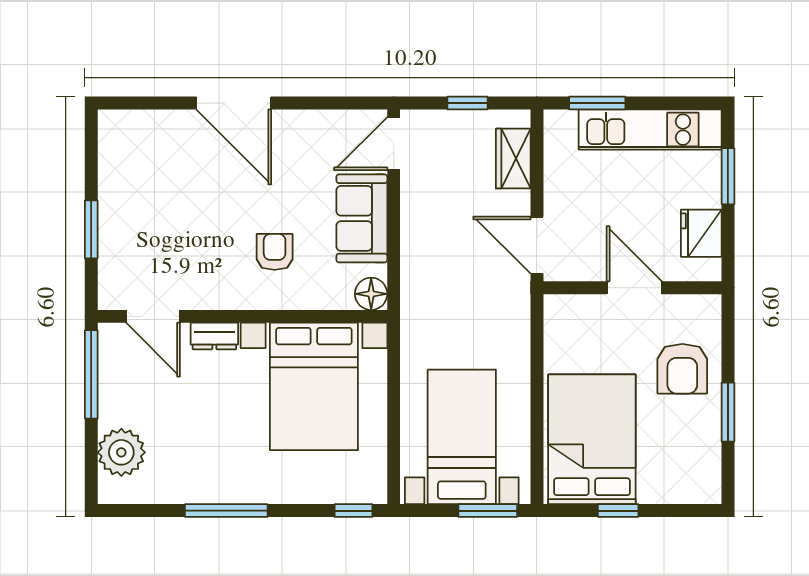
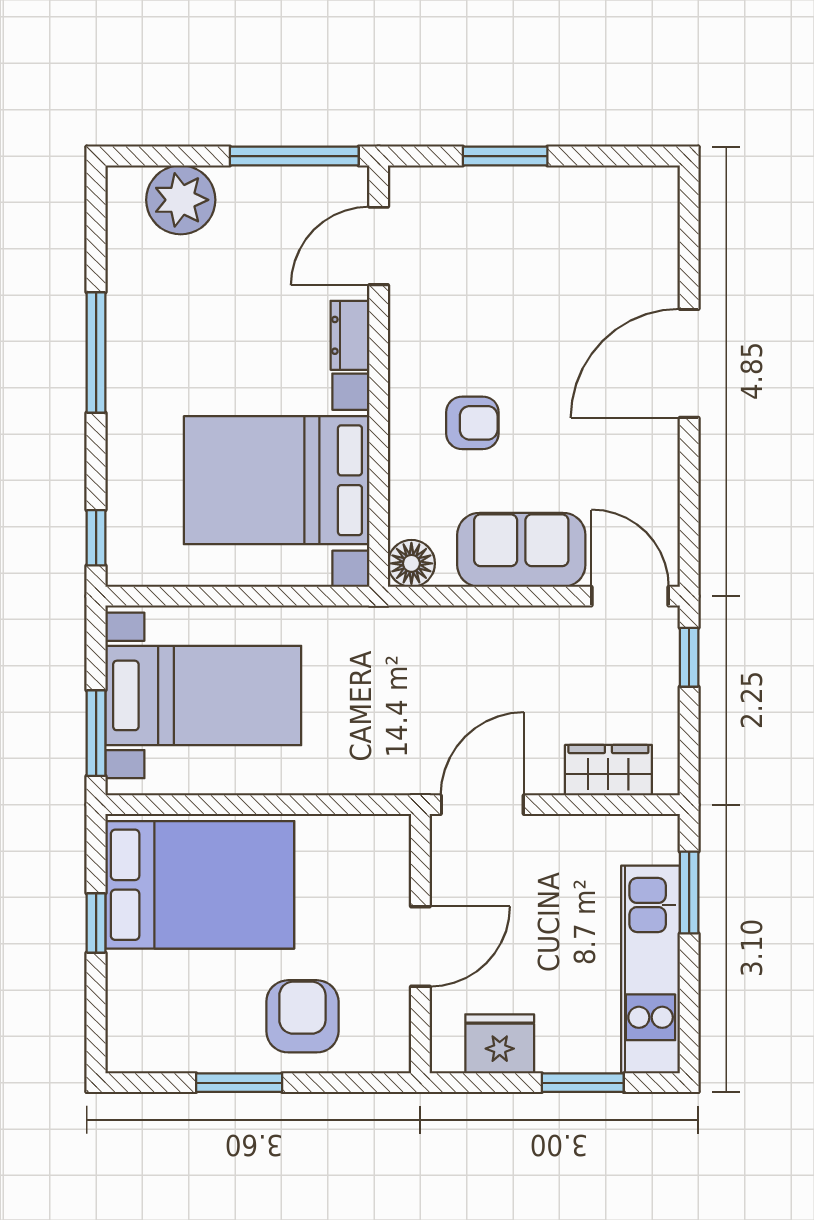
window: (467, 103) -> (689, 657), moved
armchair: (682, 369) -> (302, 1016), turned 90

